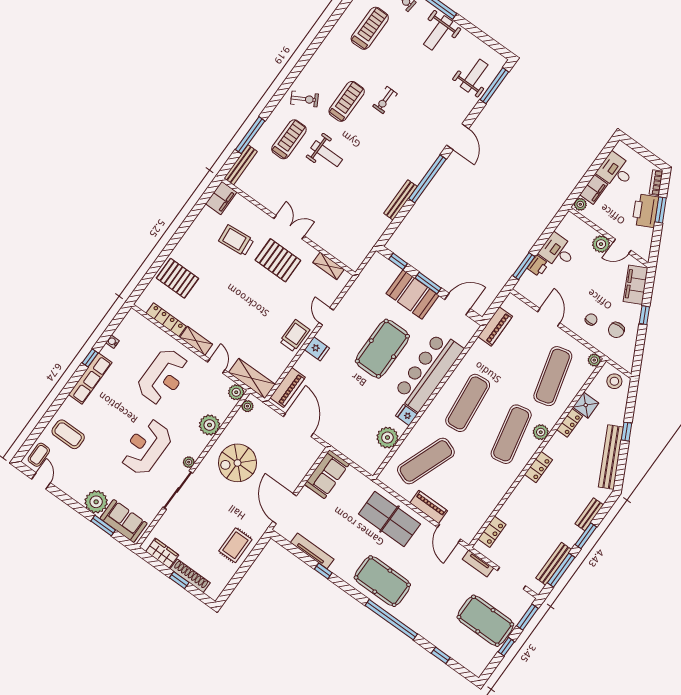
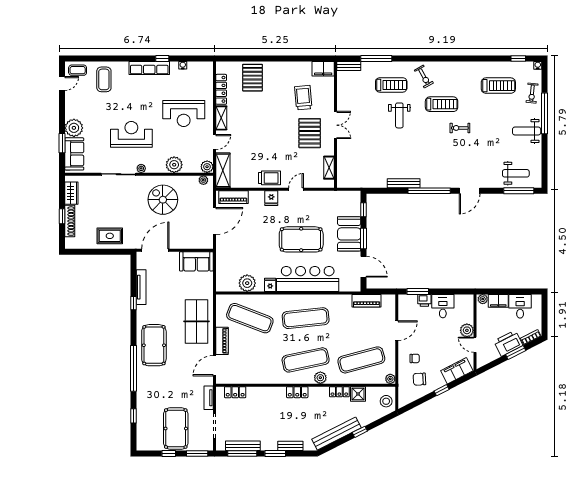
bench: (241, 165) -> (349, 66), width x0.73

